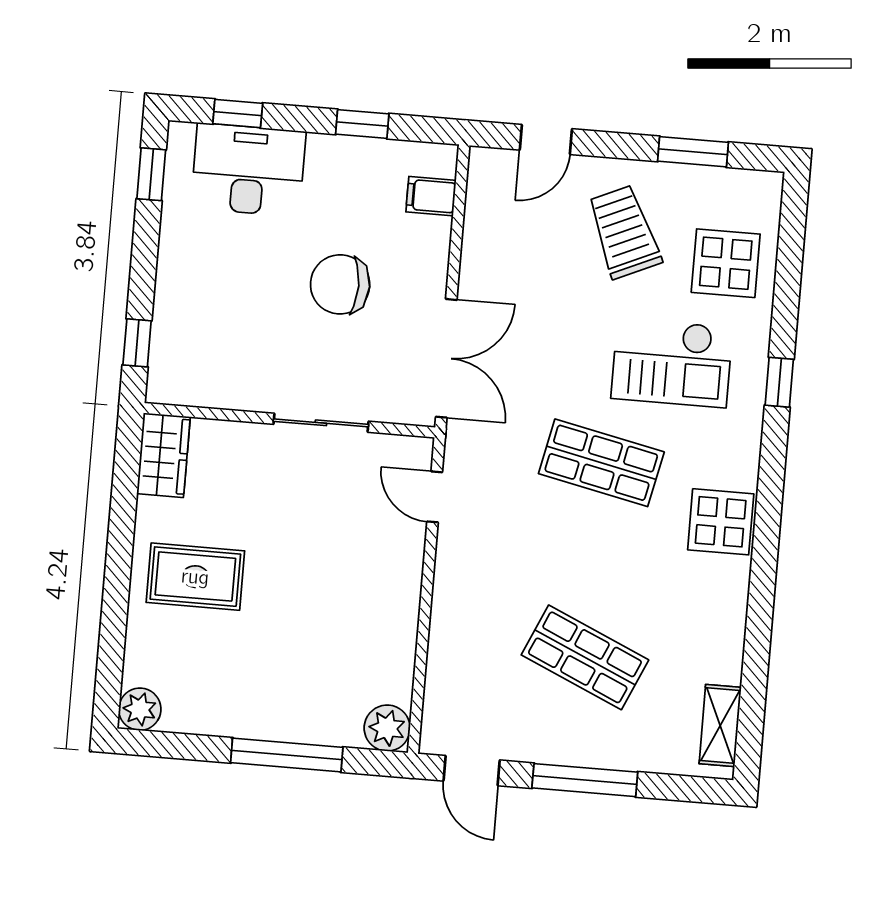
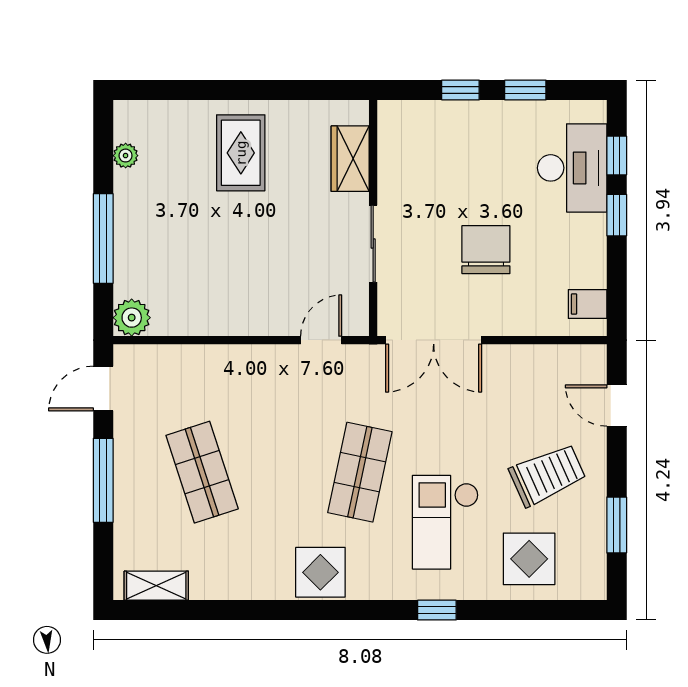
window: (362, 124) -> (617, 215), moved
window: (151, 174) -> (525, 90), moved
filing cabinet: (431, 196) -> (588, 304), moved, turned -90
window: (137, 343) -> (460, 90), moved
wardrobe: (163, 455) -> (350, 159), moved, turned 90
shop shelf: (585, 657) -> (202, 472), turned -42
plant: (140, 709) -> (126, 156), moved, width x0.73, depth x0.73

